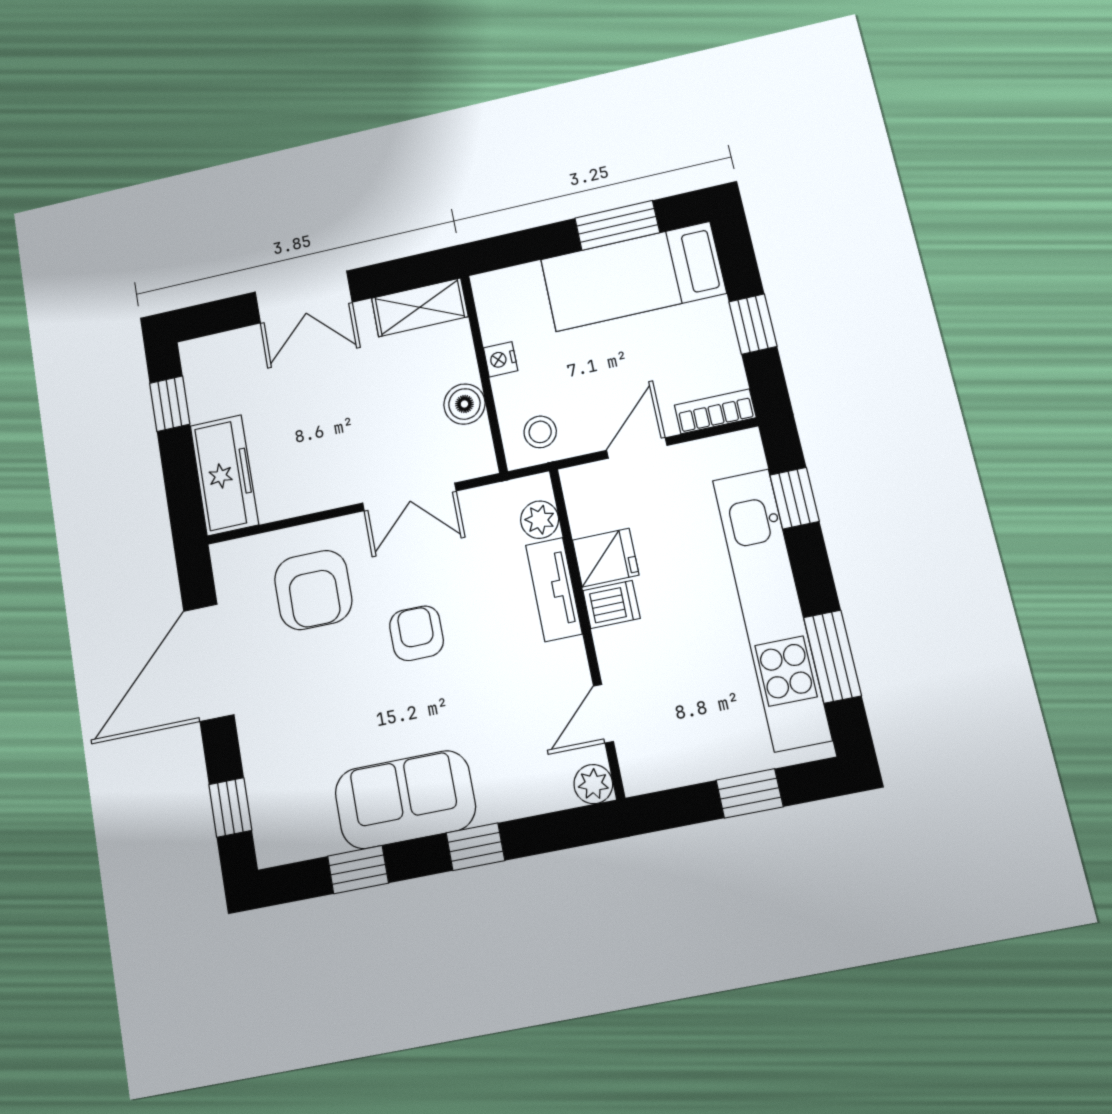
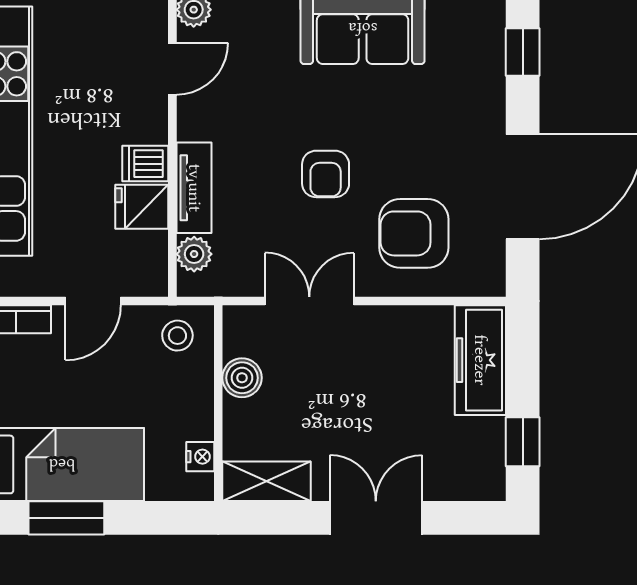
nightstand: (501, 359) -> (200, 457), moved
armchair: (313, 590) -> (414, 233), turned -90

